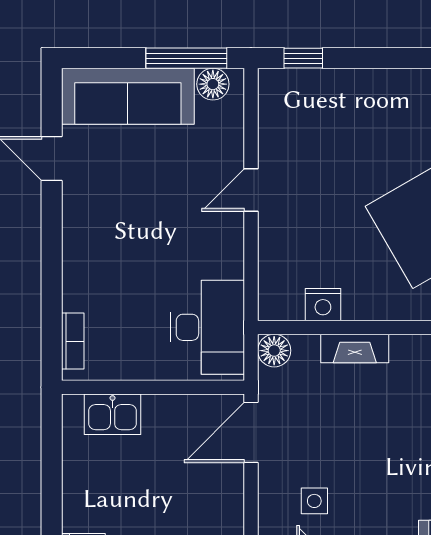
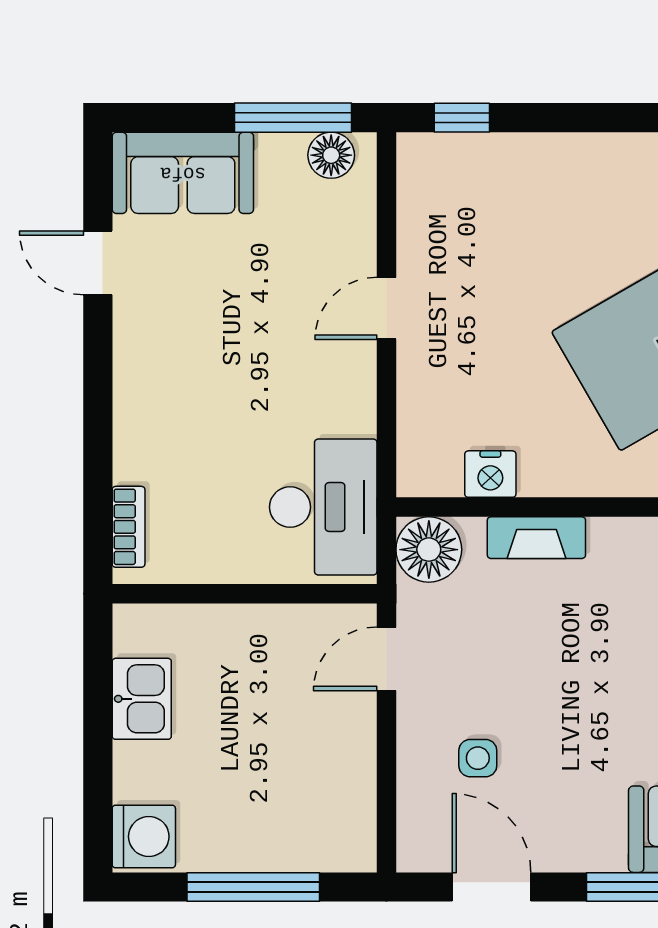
sofa: (128, 96) -> (183, 173), width x0.73
floor lamp: (274, 351) -> (429, 550), width x1.38, depth x1.38
kitchen sink: (113, 414) -> (142, 699), moved, turned -90
door: (251, 432) -> (386, 659), width x0.73

